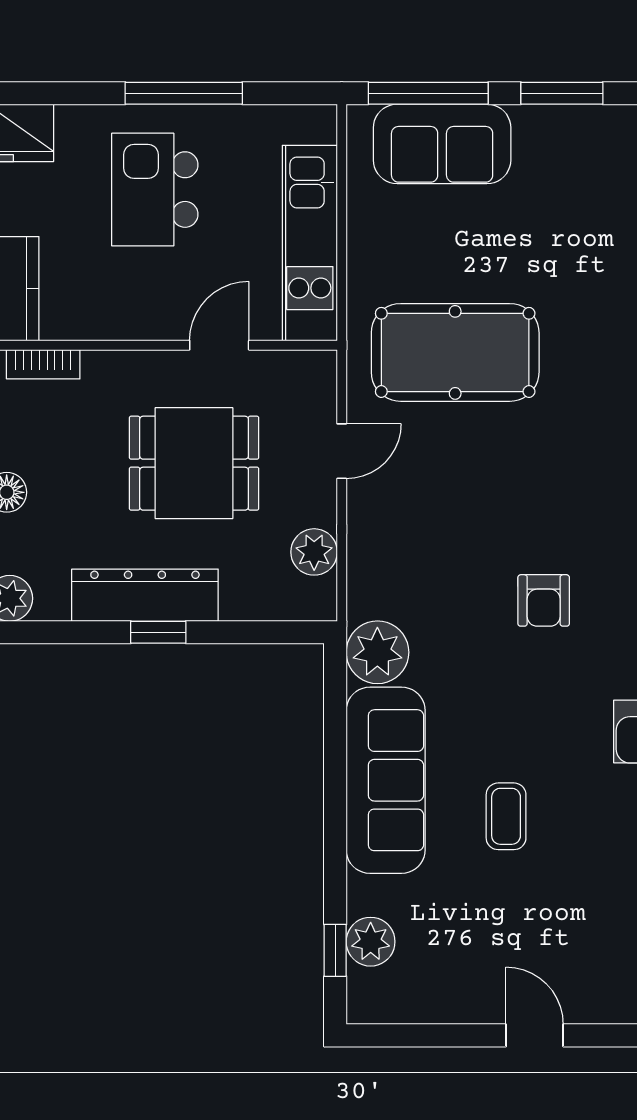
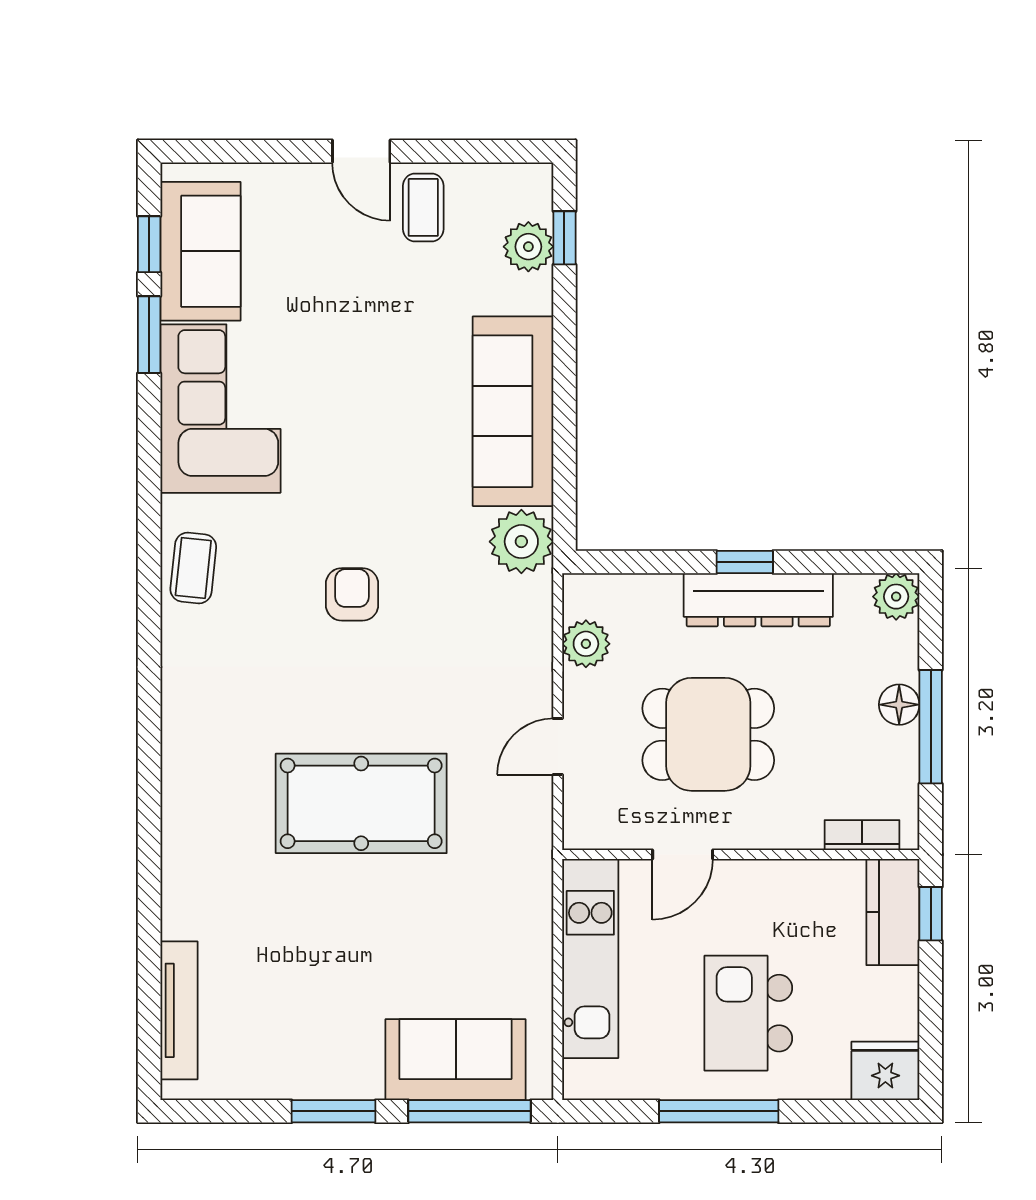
kitchen island: (155, 190) -> (748, 1013), turned 180
pool table: (455, 352) -> (361, 803), moved
coffee table: (506, 816) -> (423, 207), moved

